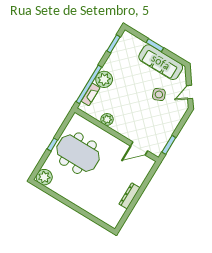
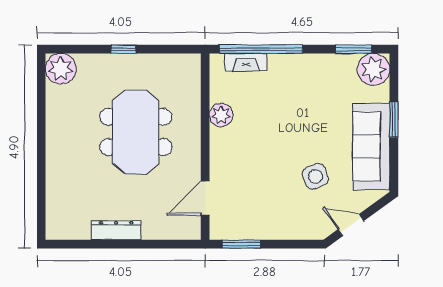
plant: (104, 79) -> (374, 69), moved
door: (139, 148) -> (205, 198), hinge flipped
meeting table: (78, 153) -> (136, 132), moved

